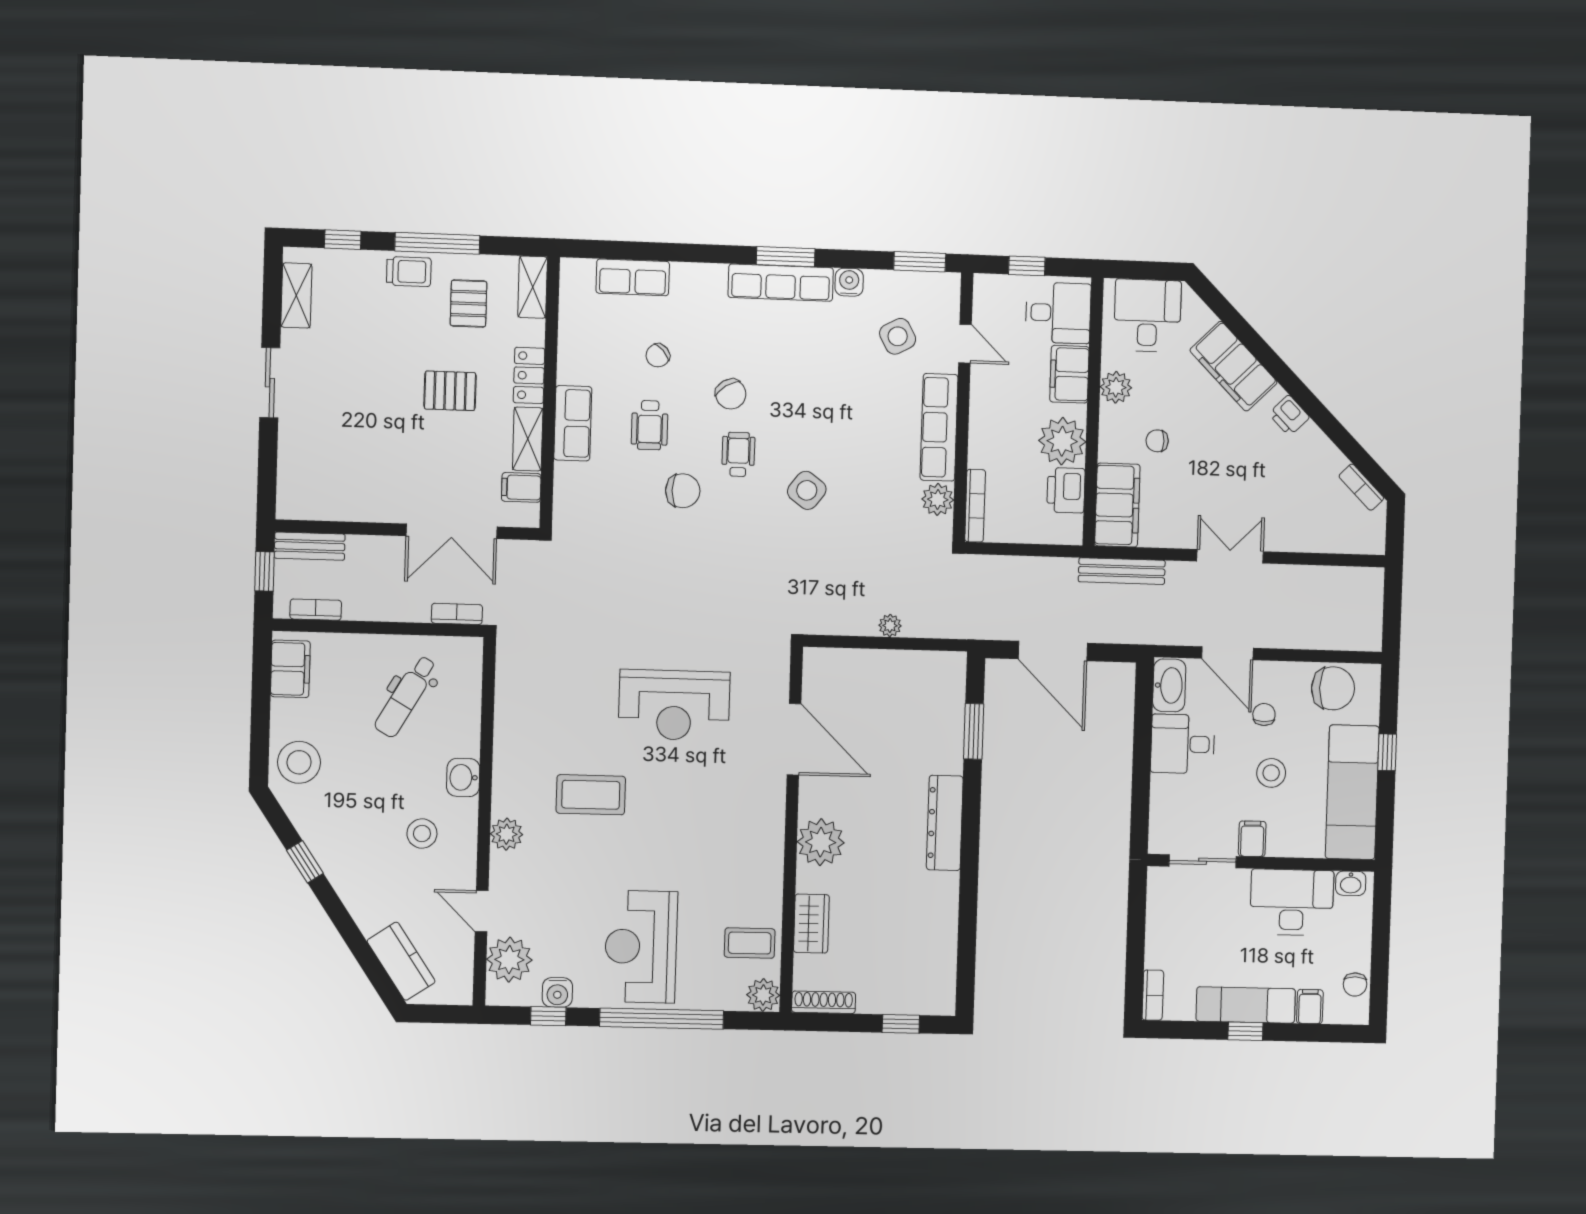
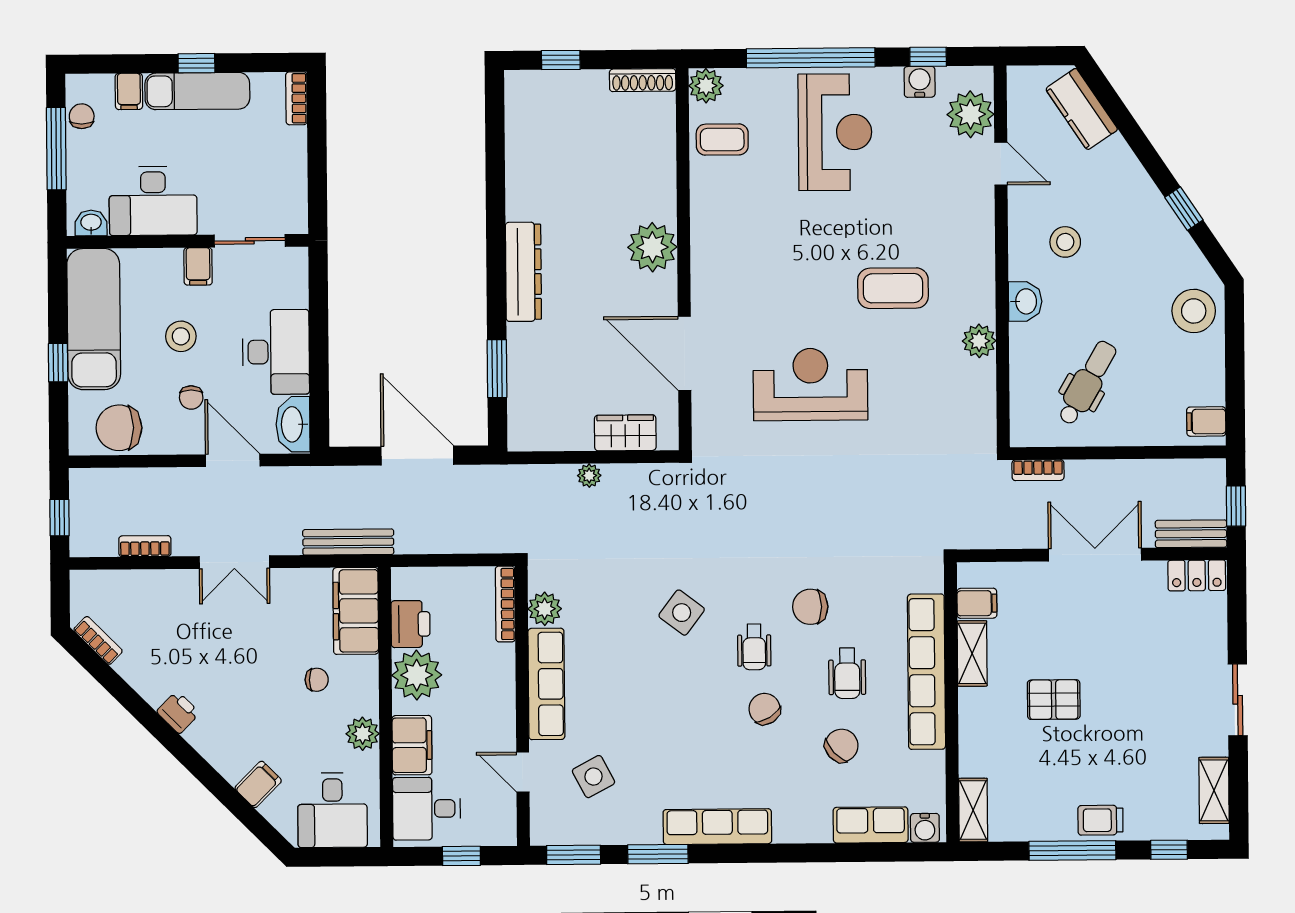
window: (786, 257) -> (658, 854), moved
water cooler: (849, 282) -> (925, 828), moved
pallet: (469, 304) -> (1038, 790), removed
chair: (658, 355) -> (842, 746), width x1.37, depth x1.37
filing cabinet: (1234, 366) -> (258, 784), width x0.33, depth x0.86
locker: (529, 375) -> (1197, 575), moved, turned 90
row of seats: (573, 423) -> (926, 672), width x2.02
wheelchair: (650, 425) -> (847, 673), turned 180
double door: (452, 531) -> (1095, 555), moved
window: (1392, 605) -> (59, 518), added
bookcase: (316, 610) -> (145, 546), moved, turned 180
filing cabinet: (290, 669) -> (1206, 422), width x0.50
desk: (1183, 744) -> (276, 352), width x1.37
plant: (507, 834) -> (979, 341), moved
wardrobe: (811, 924) -> (625, 433), moved, turned 90
window: (1380, 955) -> (56, 149), added

